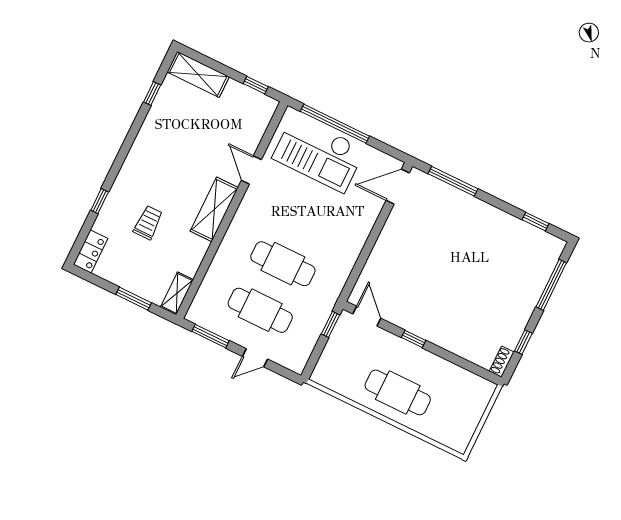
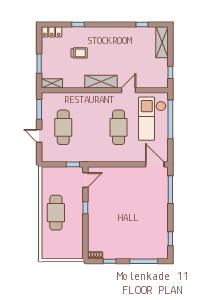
cafe table: (283, 264) -> (119, 127), moved

